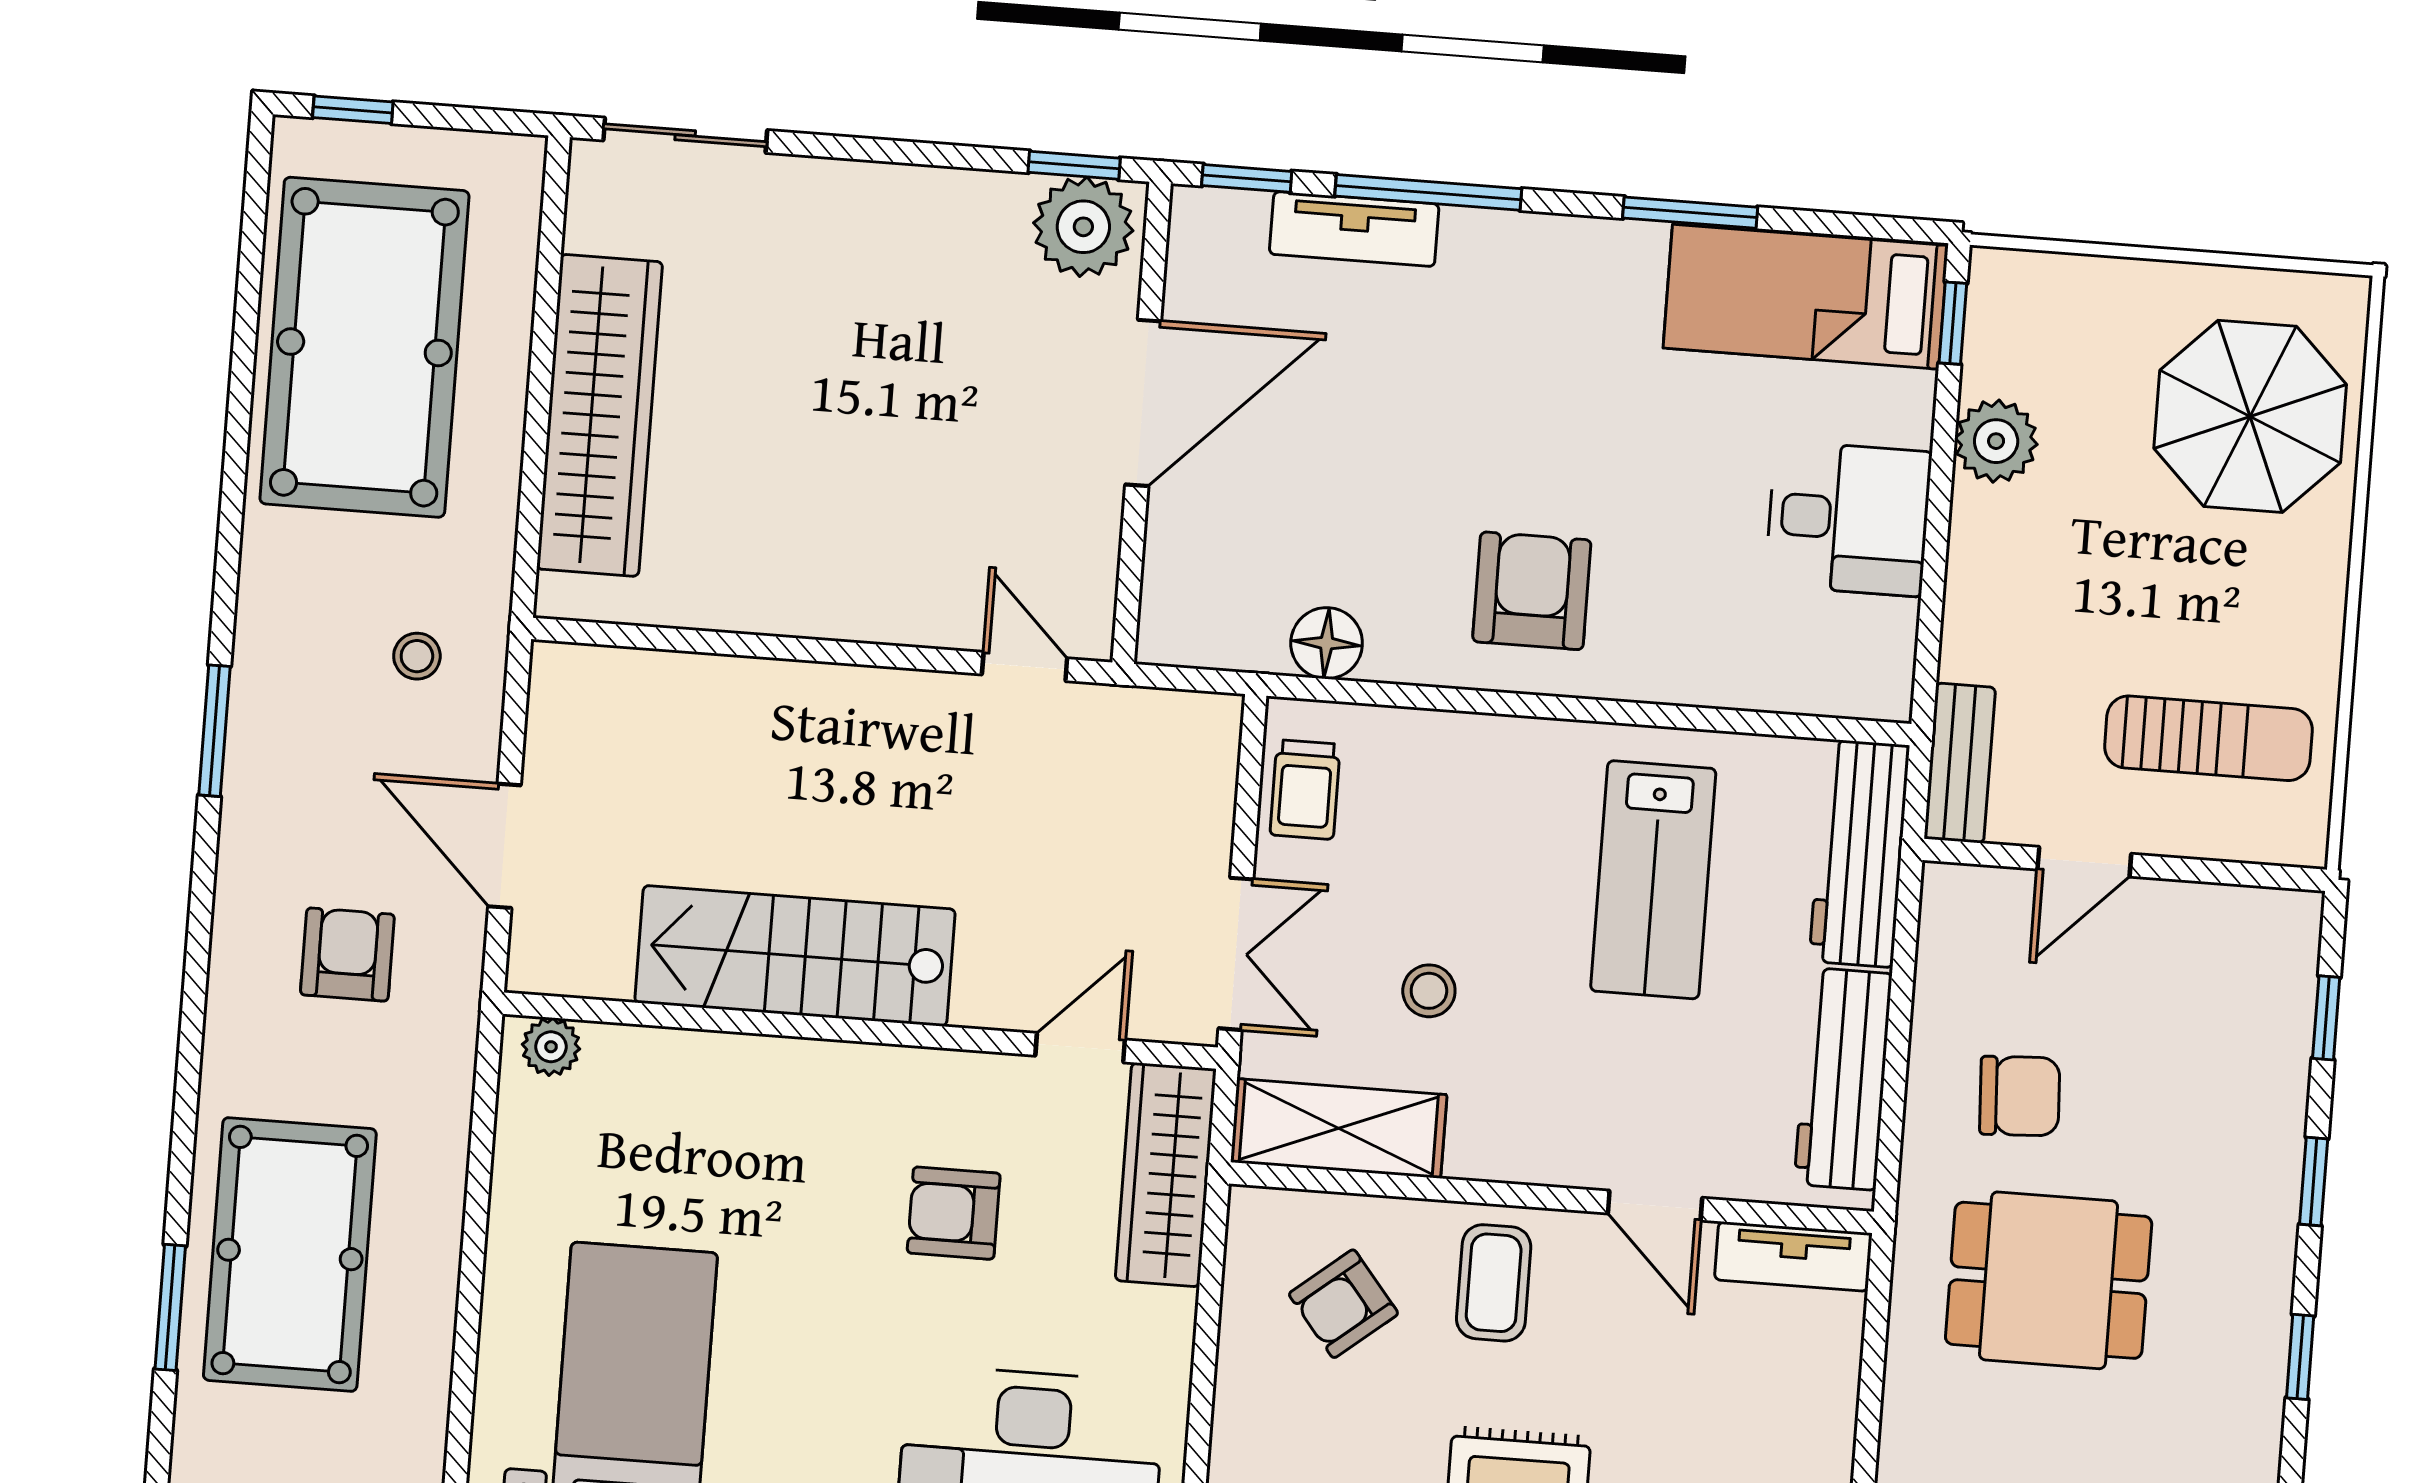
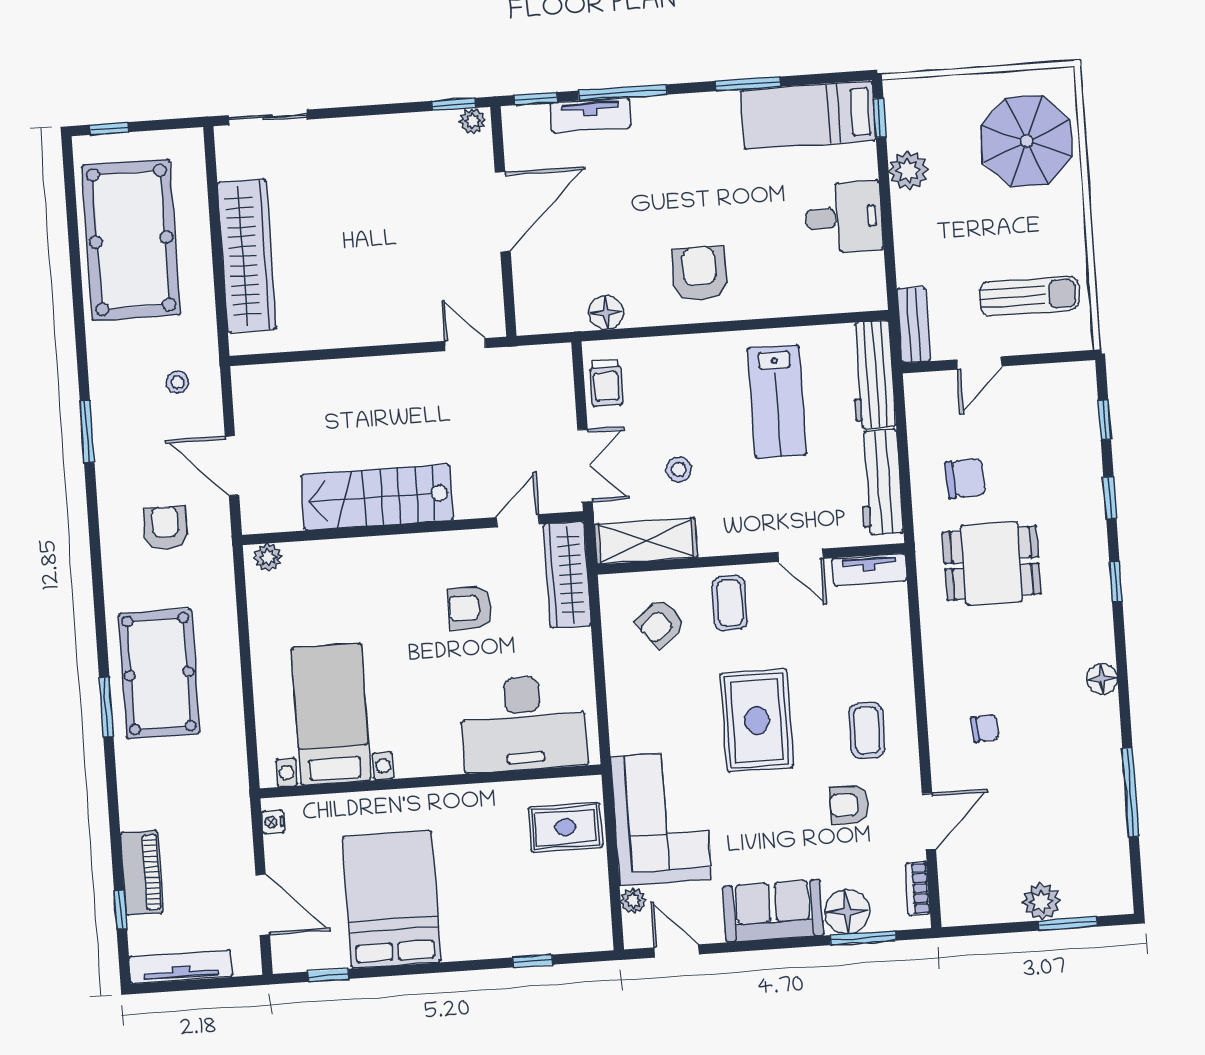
plant: (1083, 227) -> (473, 121), width x0.53, depth x0.53

